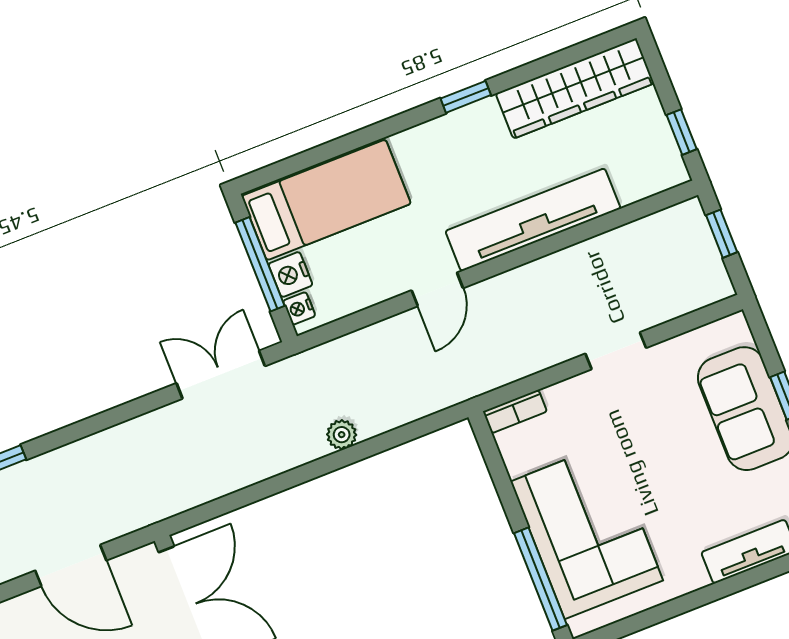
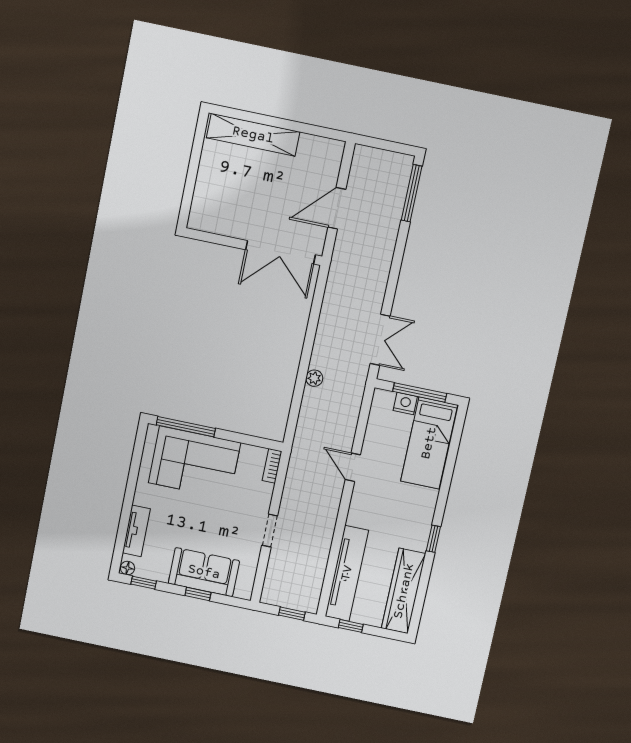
tv unit: (533, 220) -> (347, 573), moved
nightstand: (299, 308) -> (387, 397), removed

